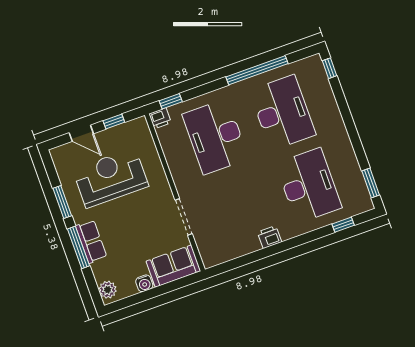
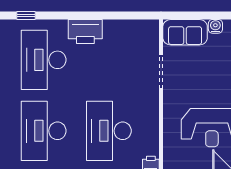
desk: (215, 137) -> (109, 131), turned 180
printer: (270, 237) -> (85, 32), width x1.87, depth x1.48

